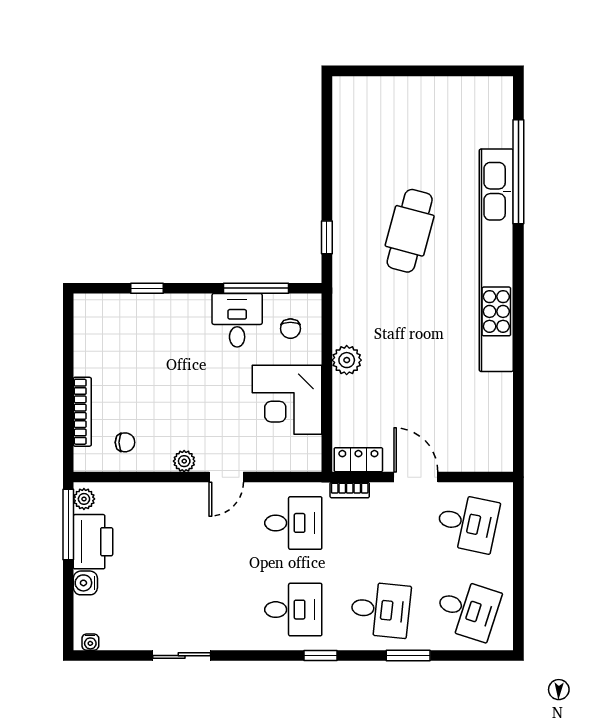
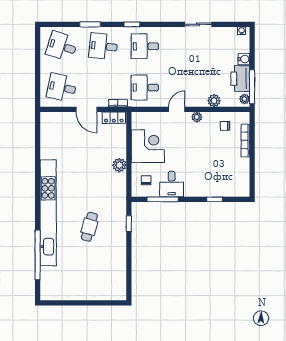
cafe table: (410, 231) -> (89, 227), width x0.73, depth x0.74
plant: (148, 495) -> (214, 101), added

